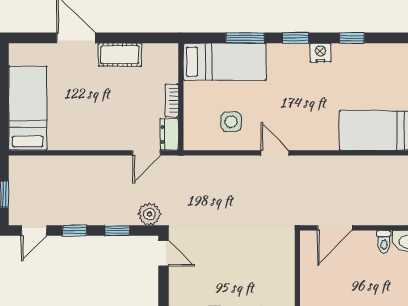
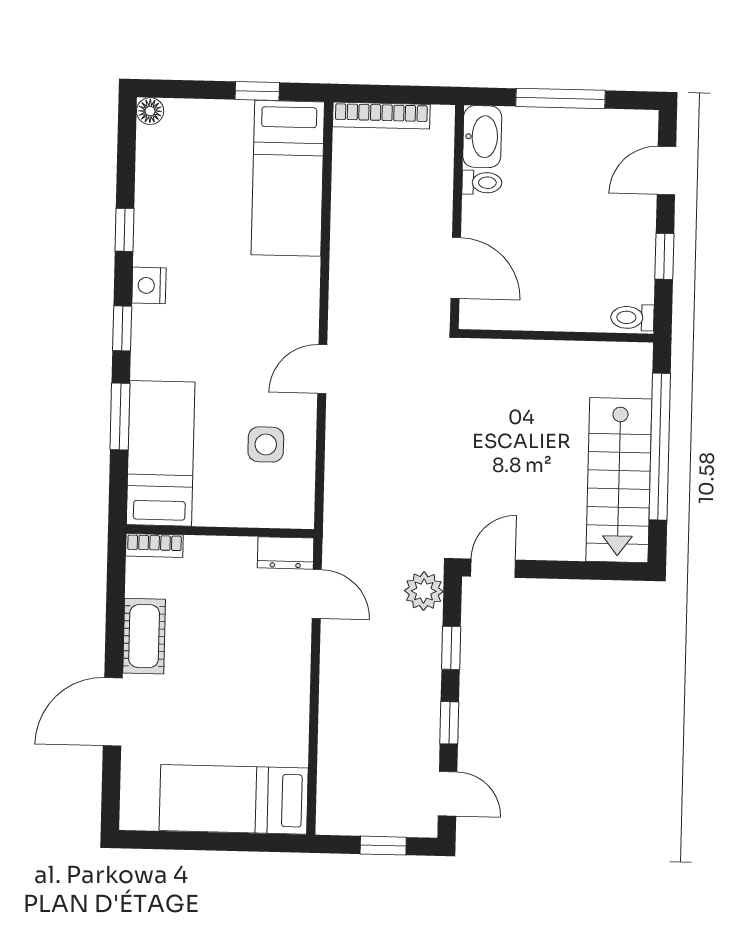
bookcase: (172, 101) -> (154, 546), moved

